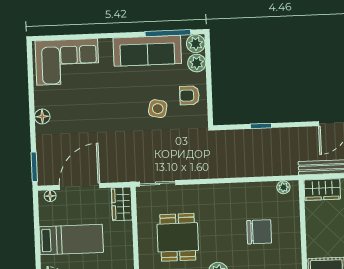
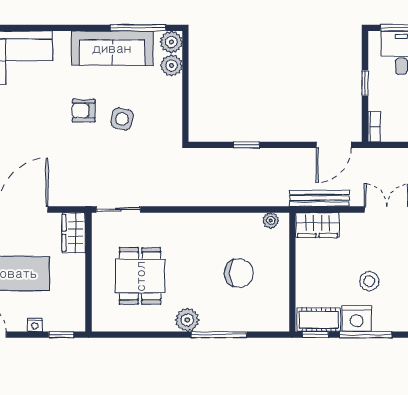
armchair: (189, 95) -> (84, 111), moved

